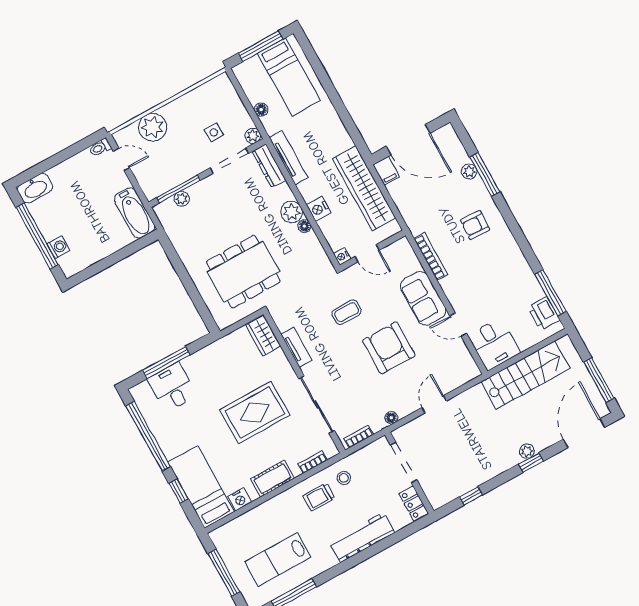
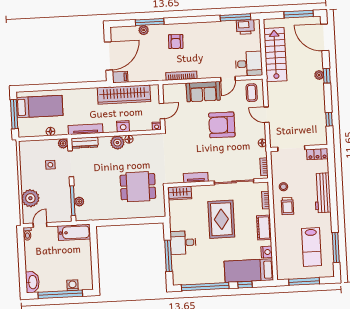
dining table: (243, 272) -> (138, 187), width x0.73
coffee table: (347, 312) -> (252, 93), moved
desk: (172, 387) -> (183, 243), moved

